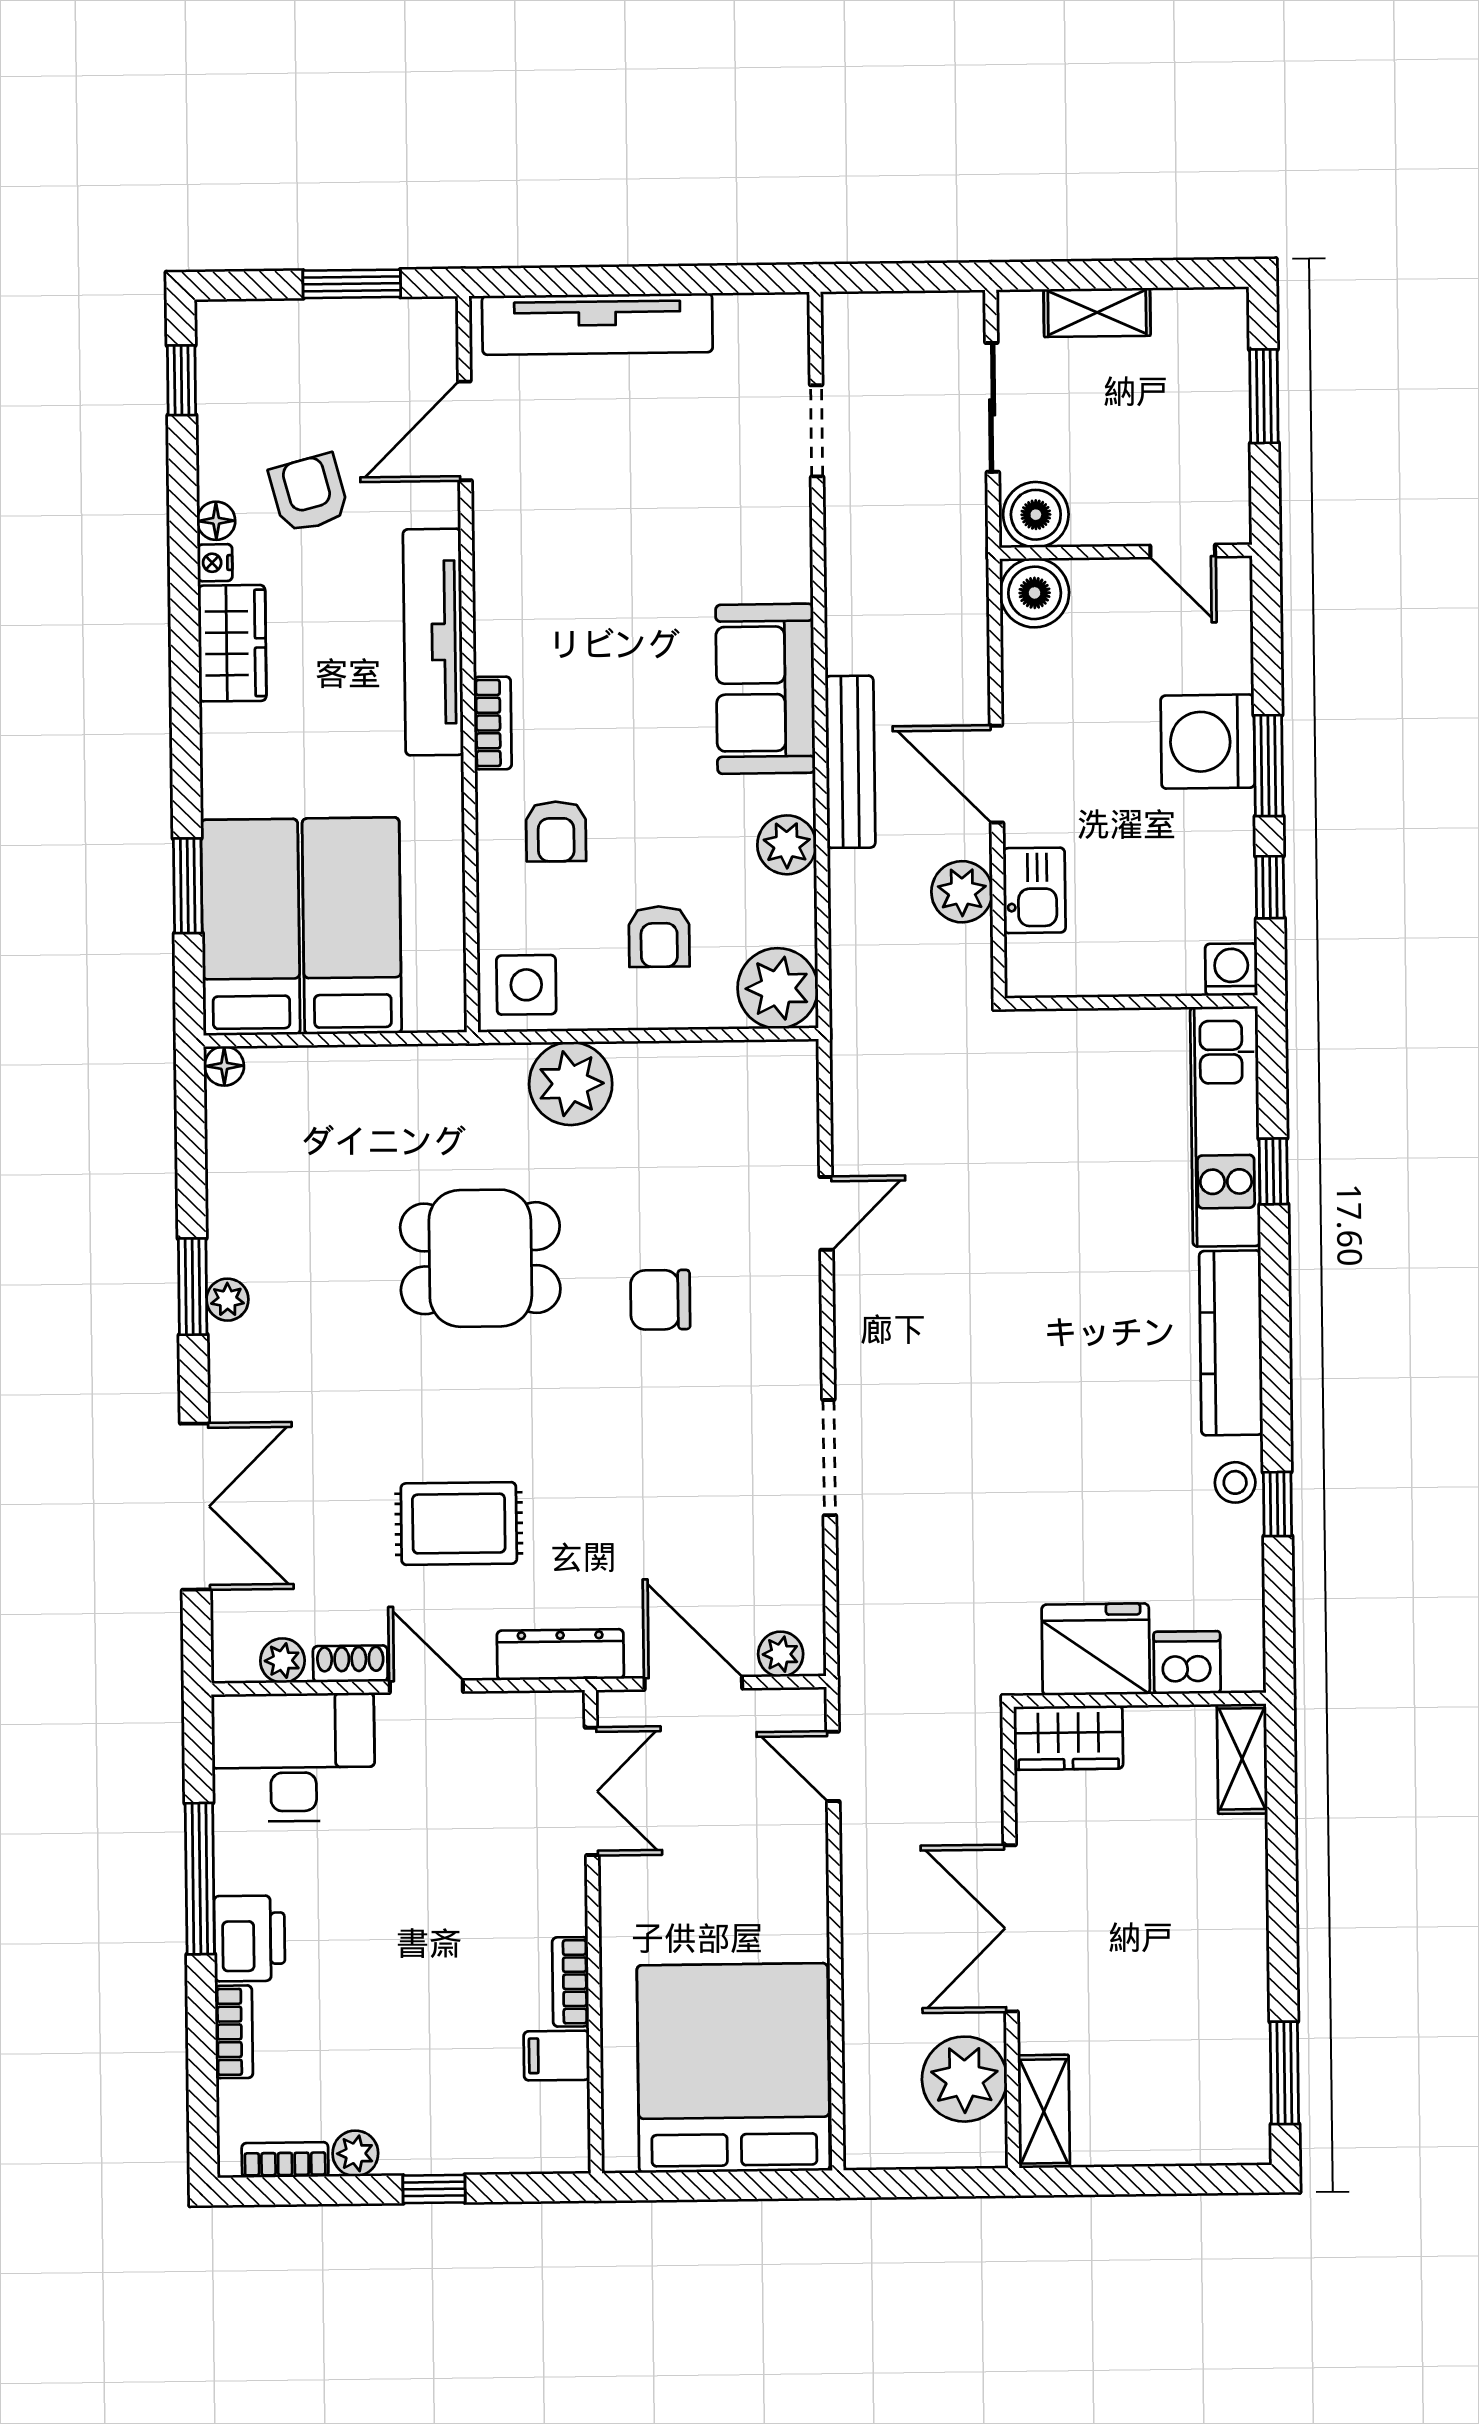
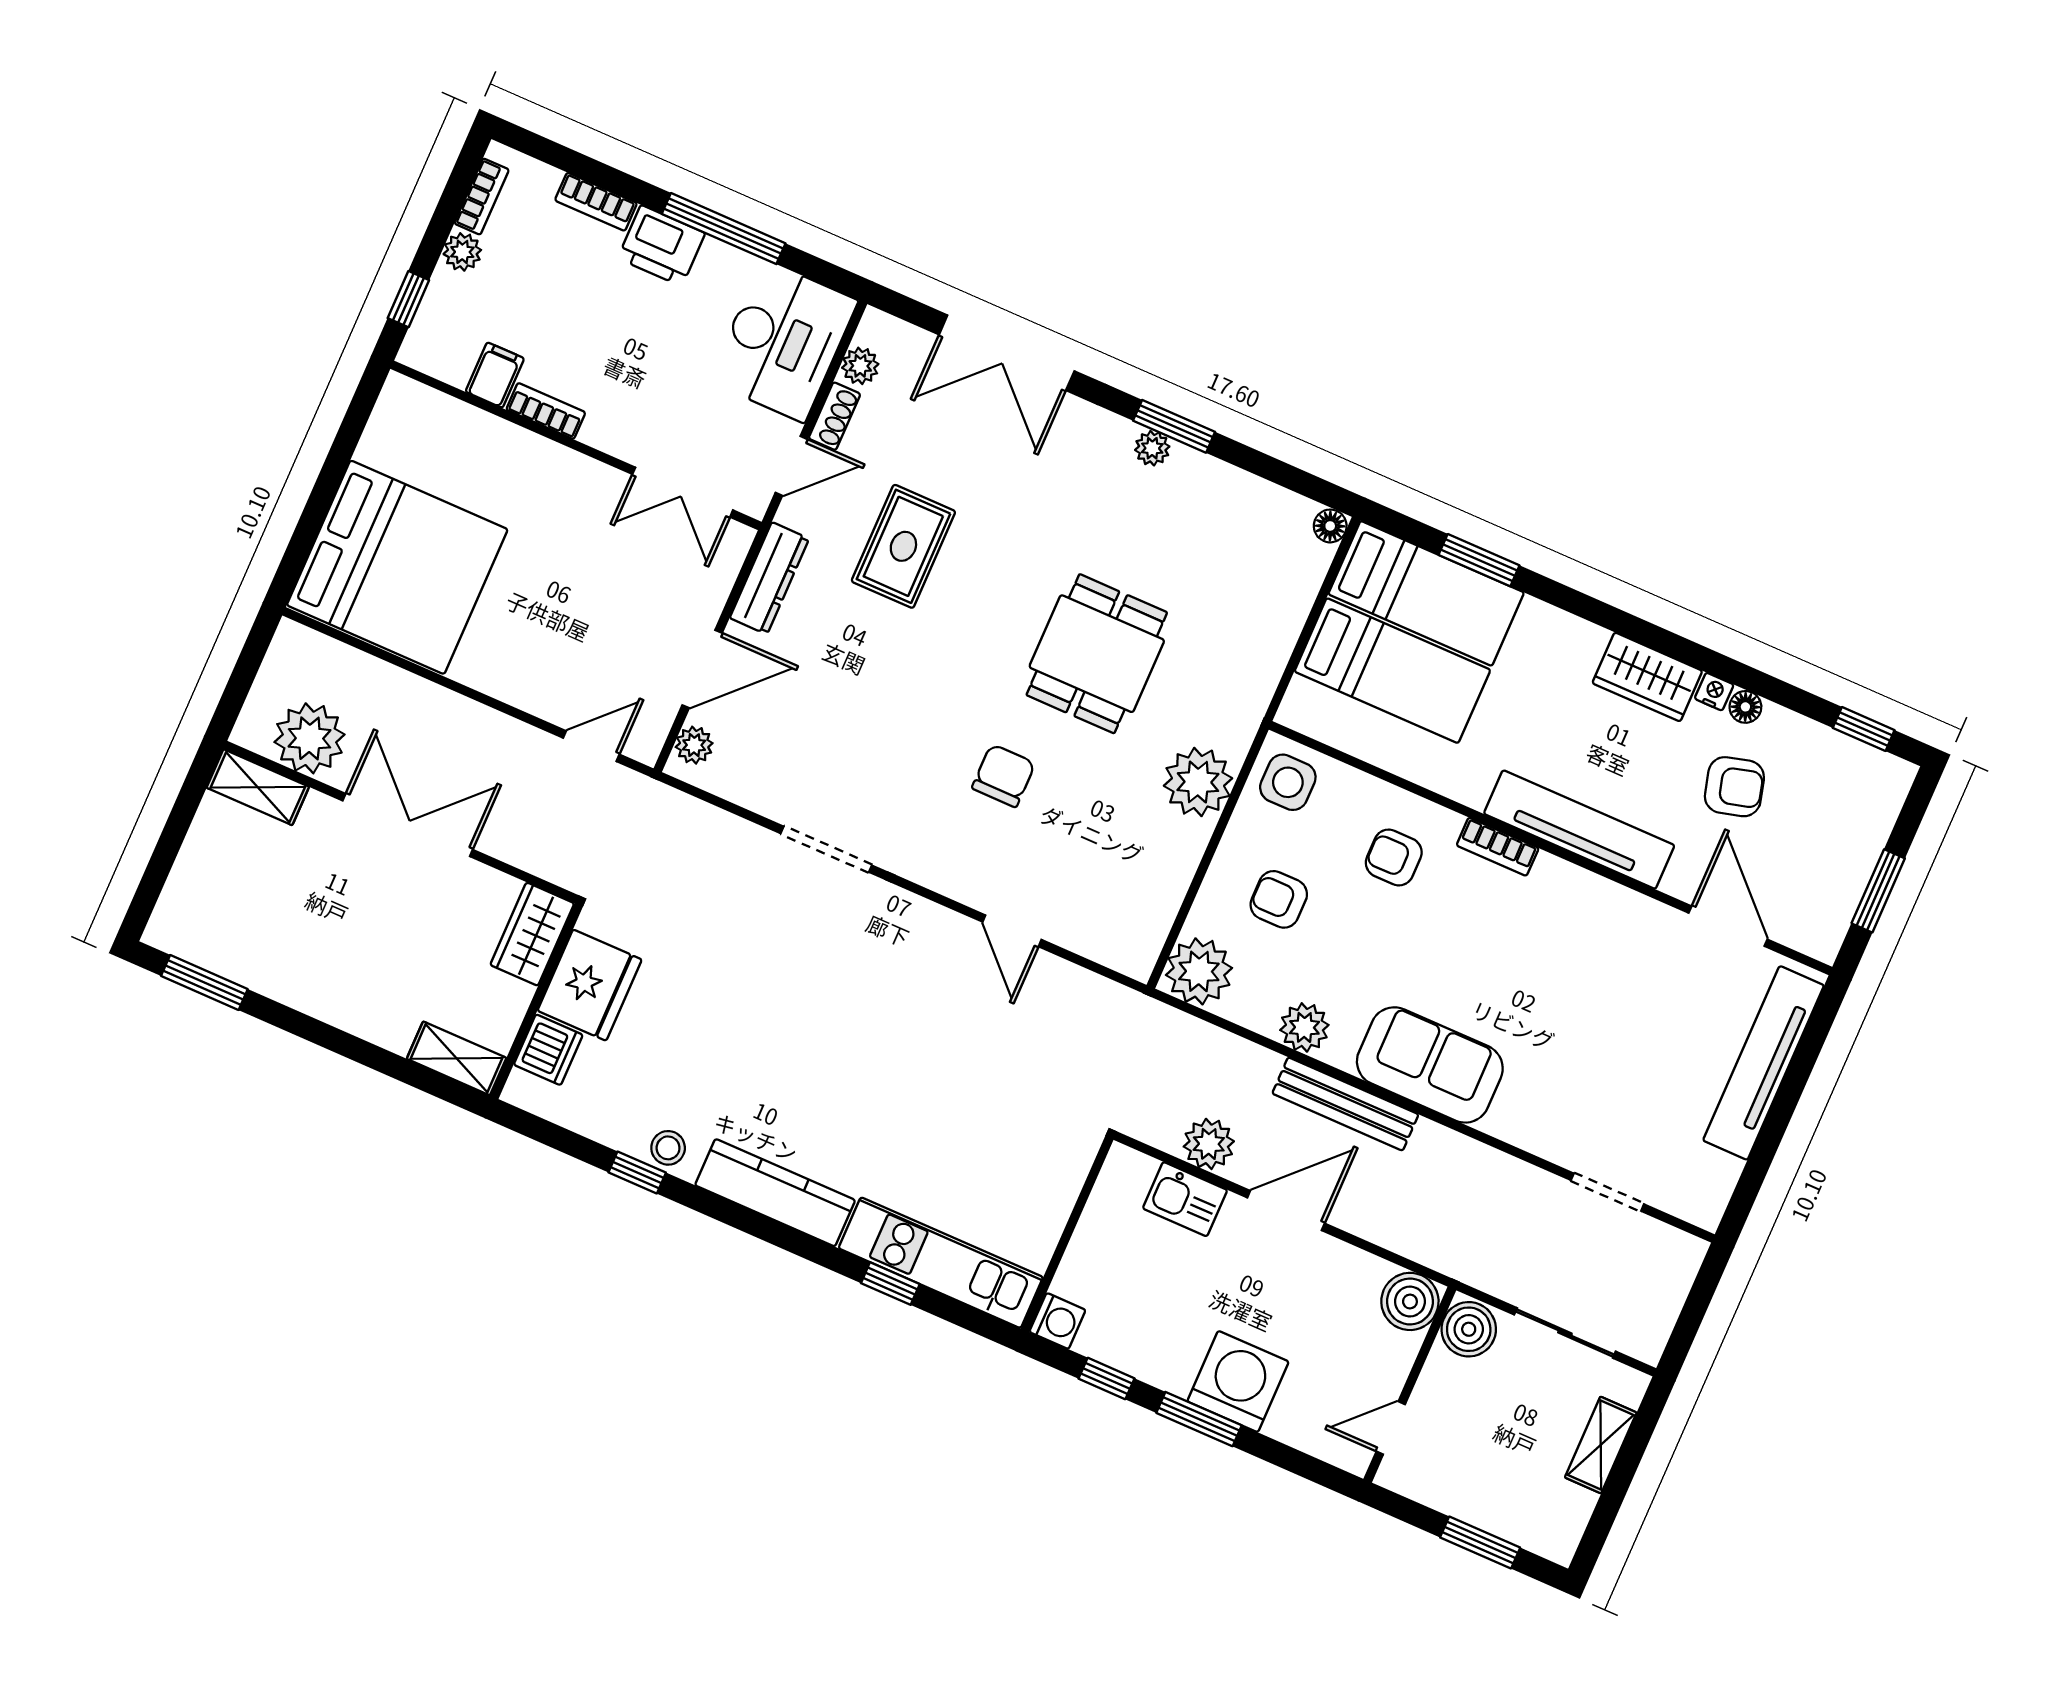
double door: (592, 1791) -> (683, 492), moved
wall: (593, 1932) -> (576, 445), moved
bookcase: (571, 1982) -> (546, 411), moved
filing cabinet: (557, 2056) -> (495, 375), moved

